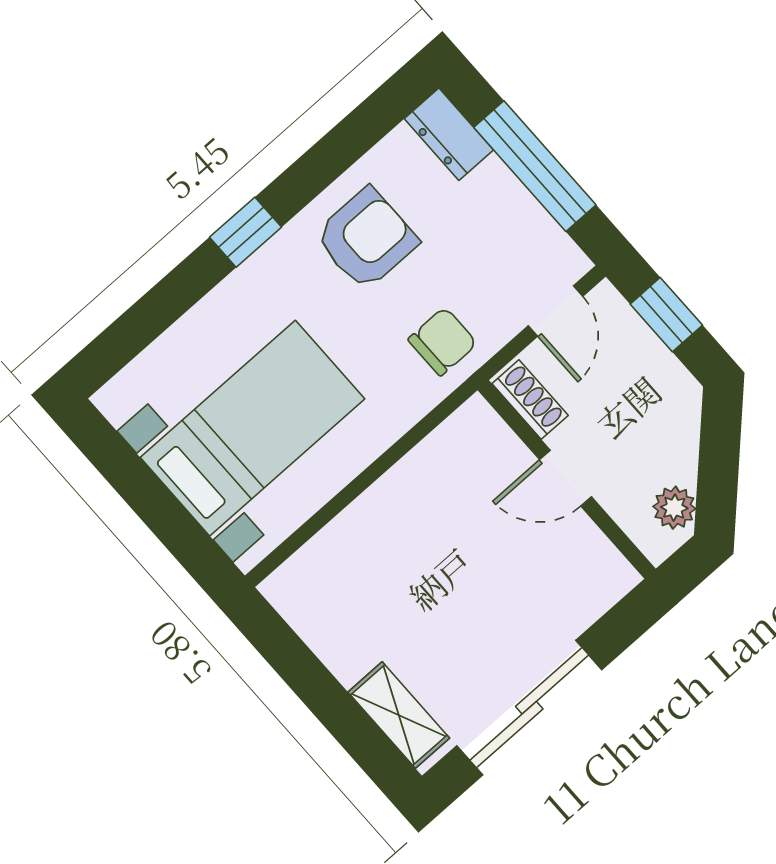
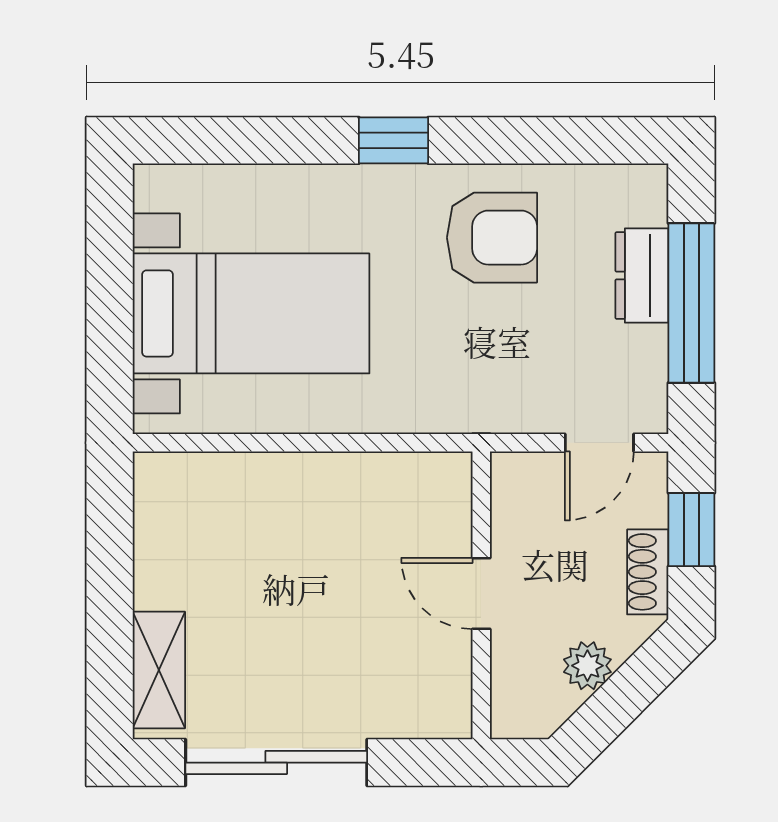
dresser: (449, 134) -> (642, 276), moved
chair: (443, 341) -> (479, 383), removed
shoe rack: (530, 400) -> (648, 572), moved, turned 180
plant: (674, 508) -> (587, 666), moved

